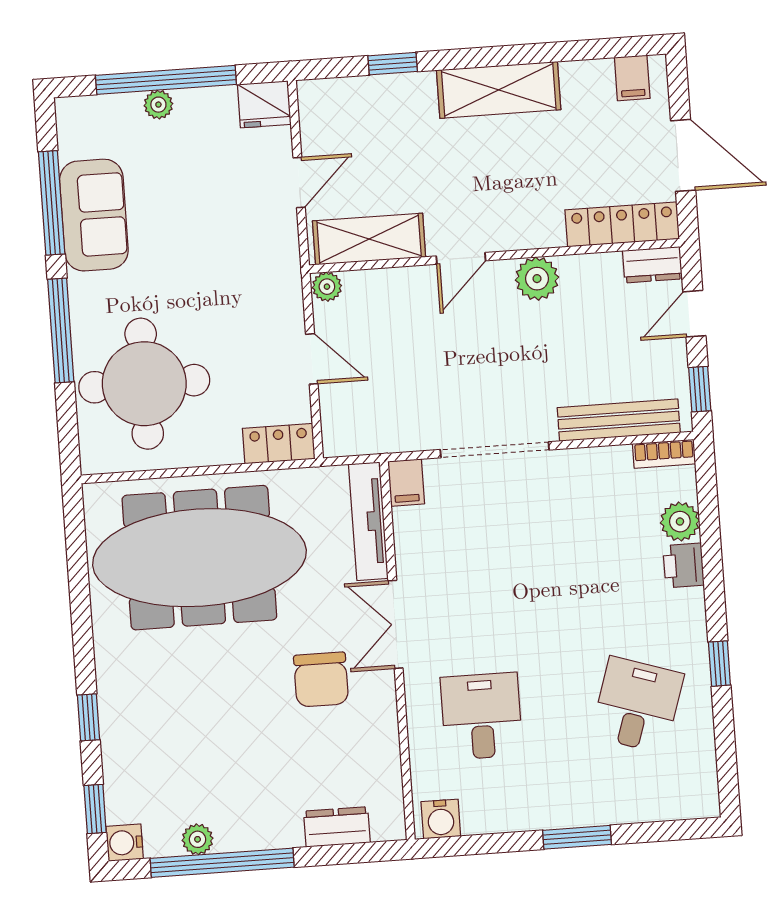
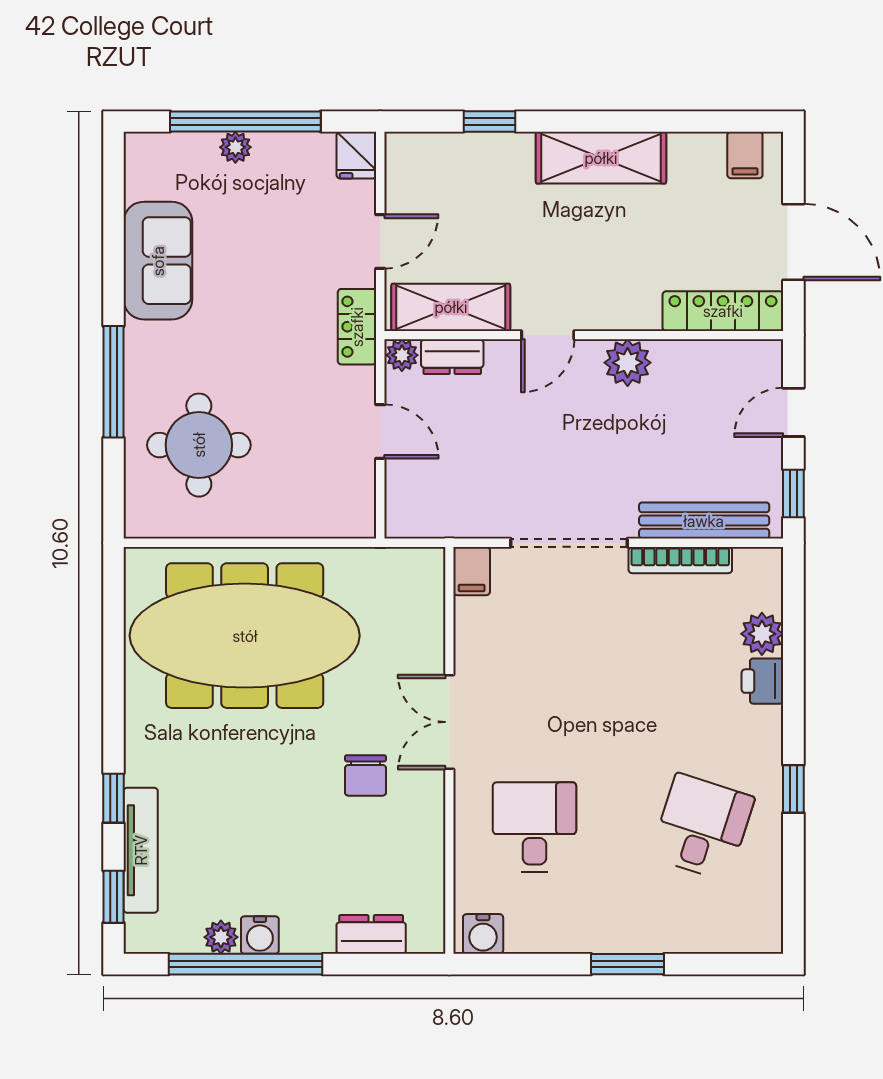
fridge: (264, 104) -> (356, 155), width x0.72
window: (52, 203) -> (114, 244), removed
dresser: (652, 265) -> (452, 357), moved
round table: (144, 384) -> (199, 445), width x0.73, depth x0.73
locker: (279, 444) -> (357, 327), moved, turned -90
bookcase: (664, 454) -> (680, 560), moved, width x1.56
tv unit: (368, 521) -> (141, 850), moved, turned 180
chair: (321, 680) -> (366, 775), width x0.73, depth x0.73
water cooler: (125, 843) -> (260, 935), moved, turned -90

